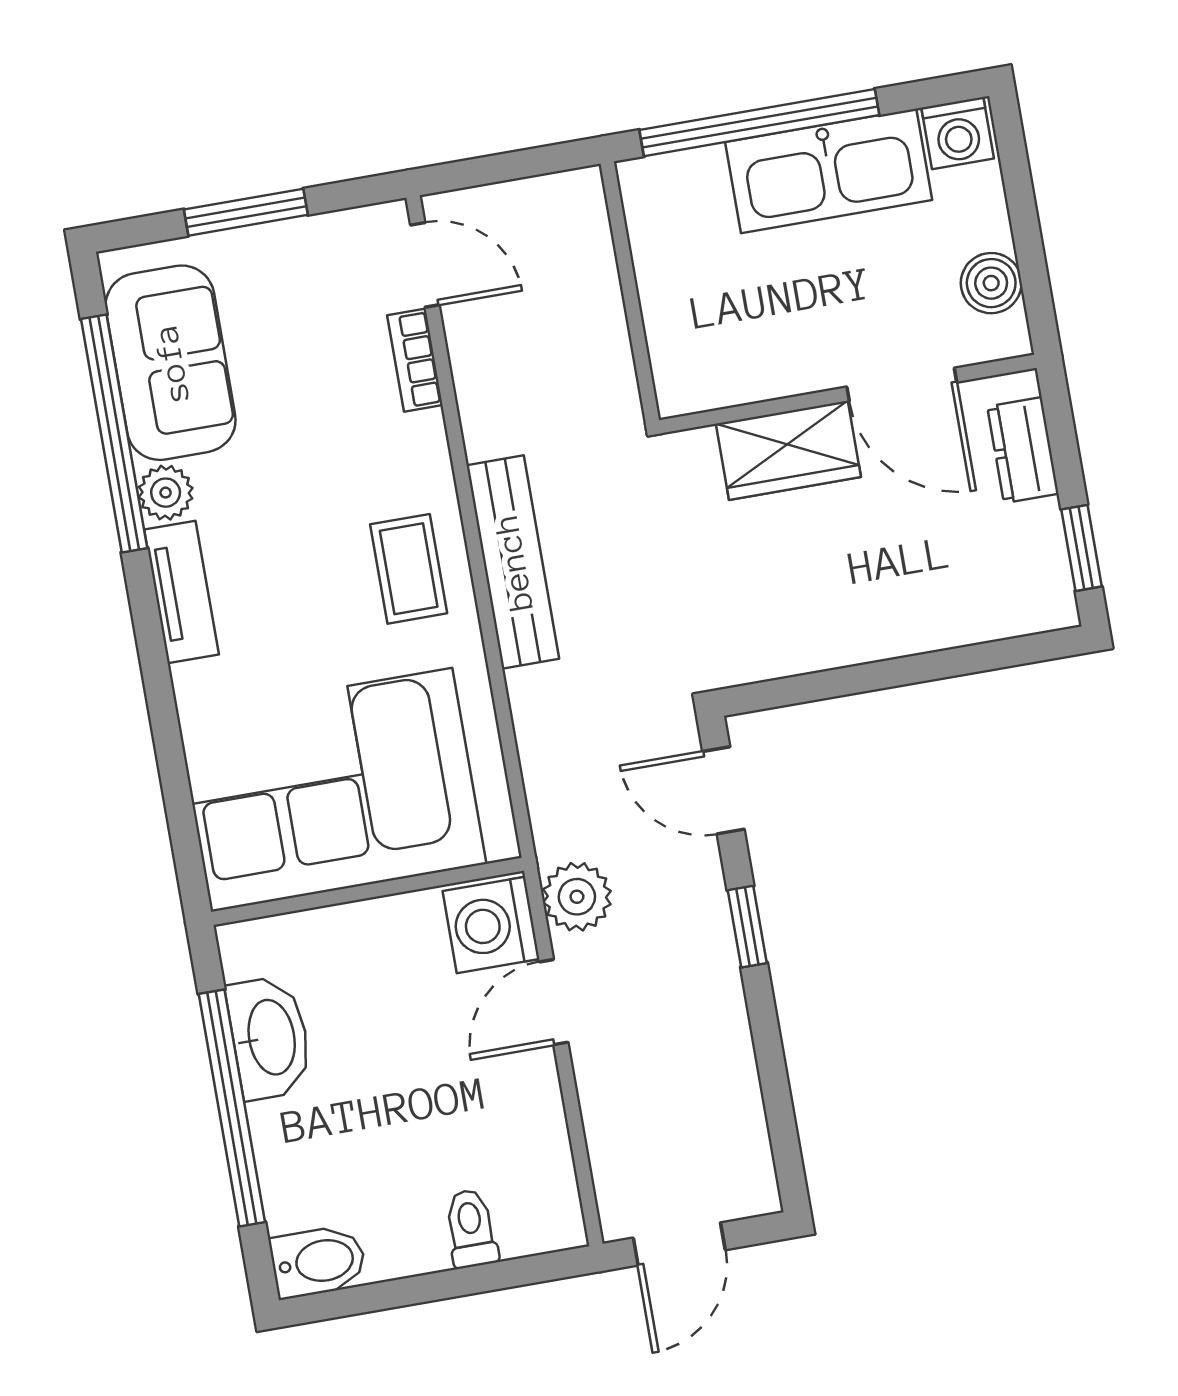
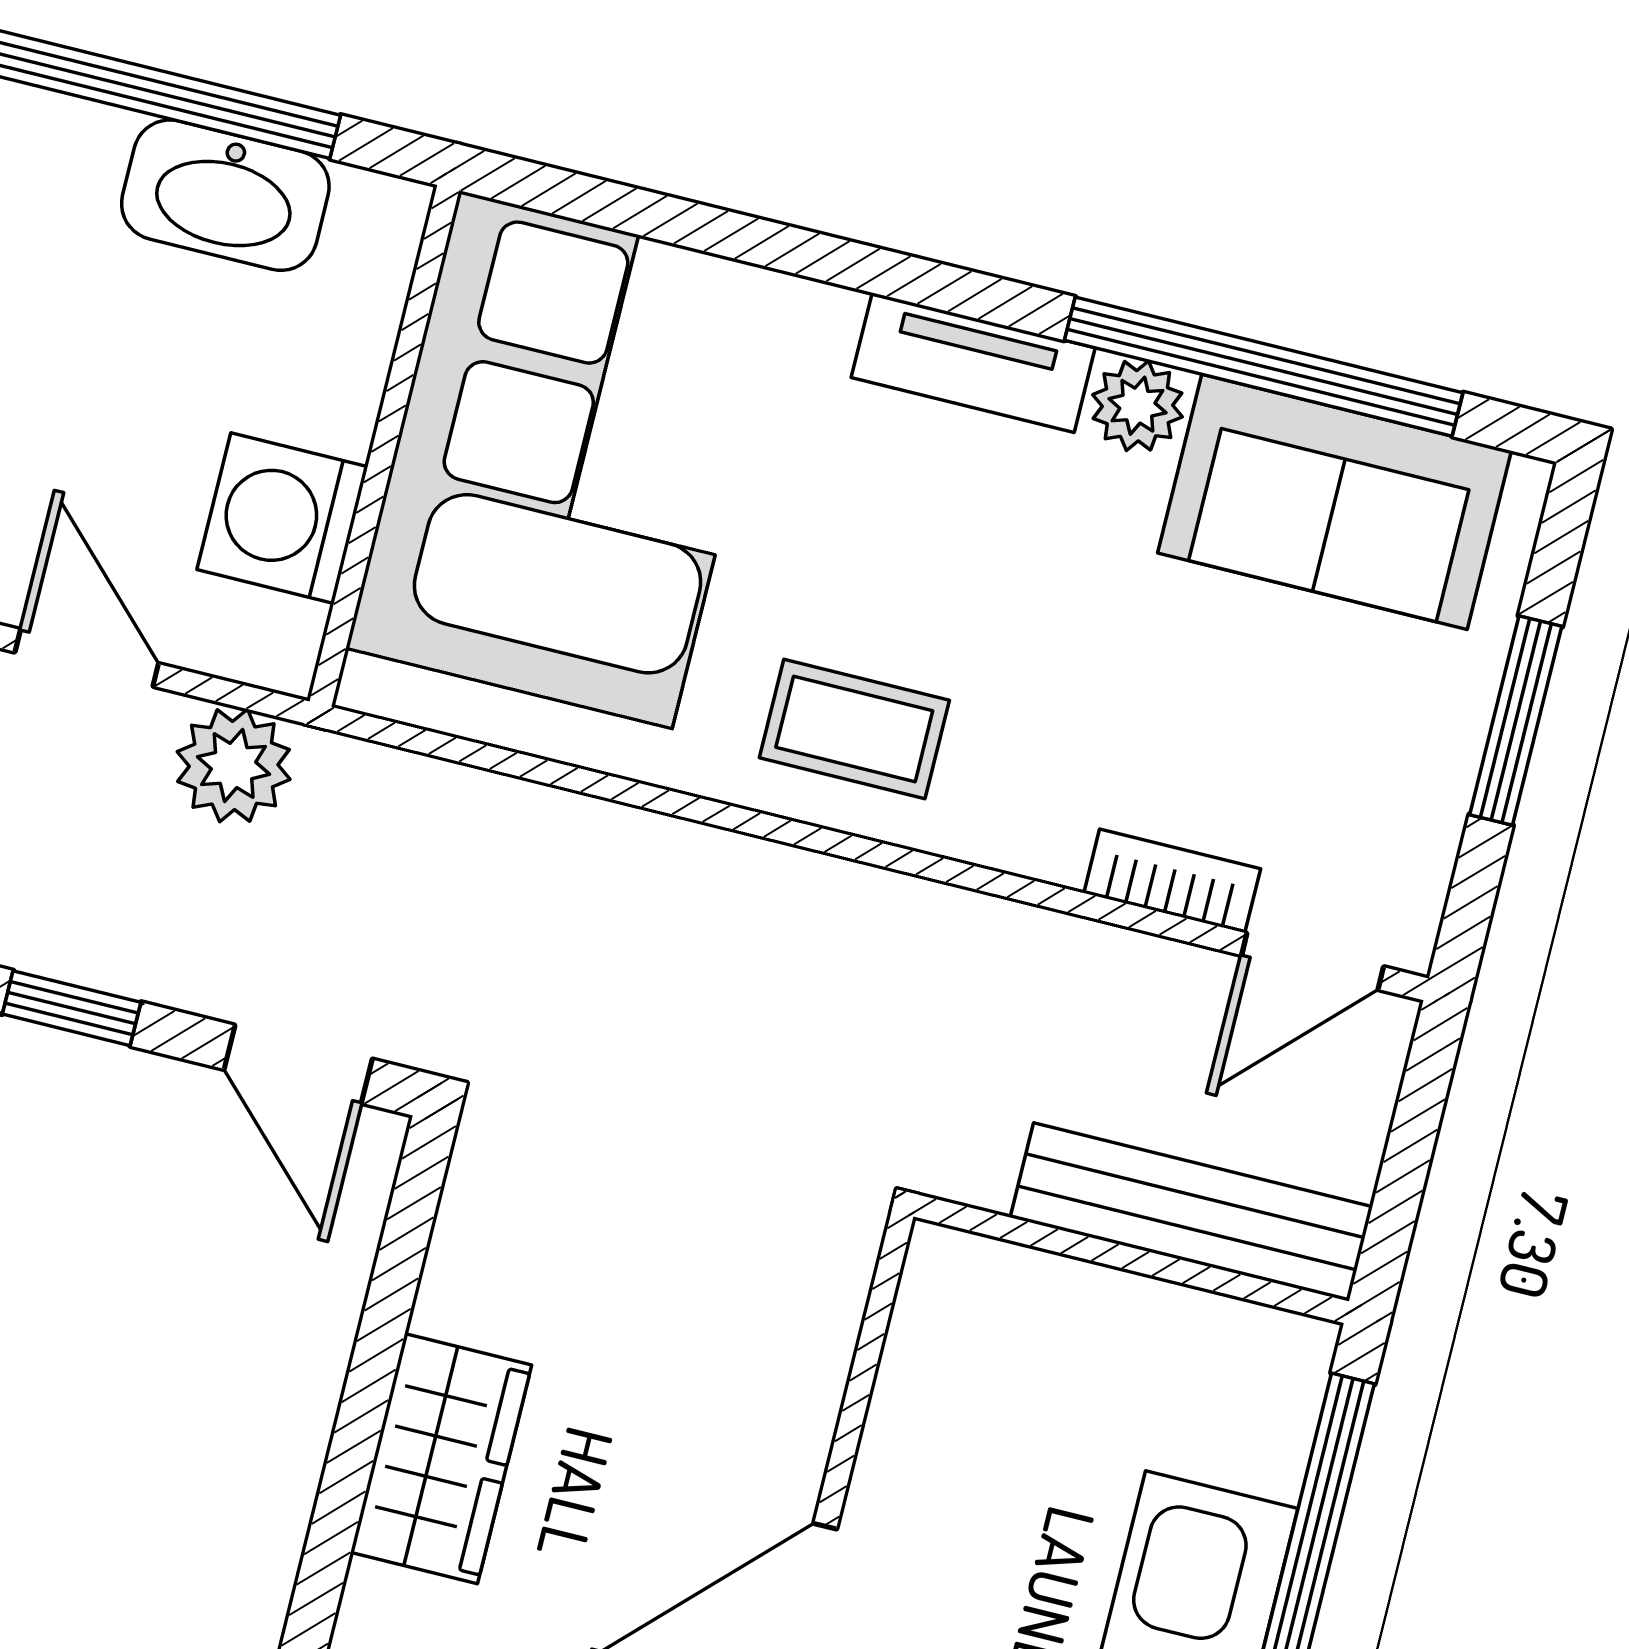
wardrobe: (788, 450) -> (441, 1459), moved, turned 180
bench: (513, 562) -> (1191, 1212), moved
door: (723, 790) -> (298, 1064), swing flipped
washing machine: (491, 925) -> (282, 518), moved, turned -90

